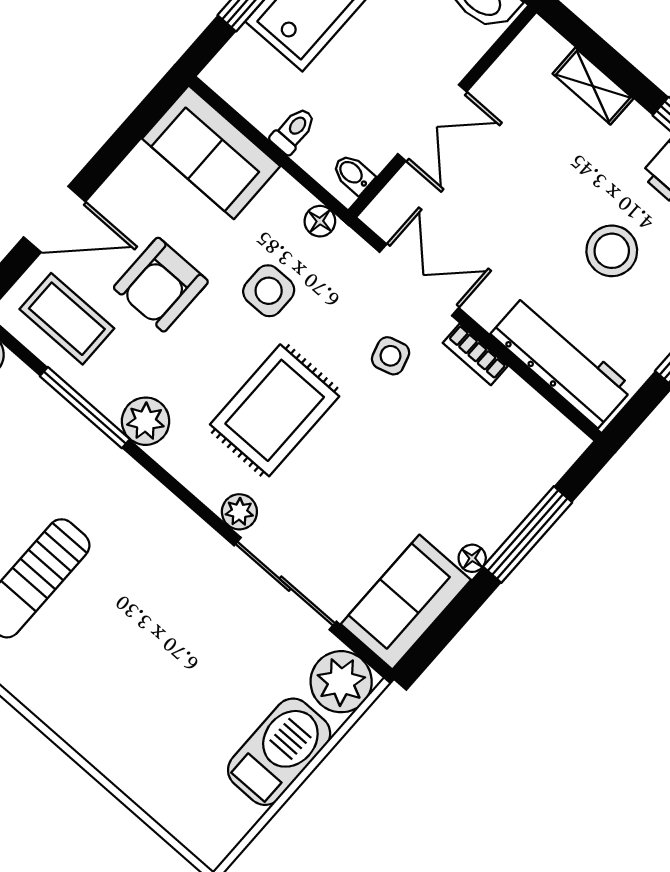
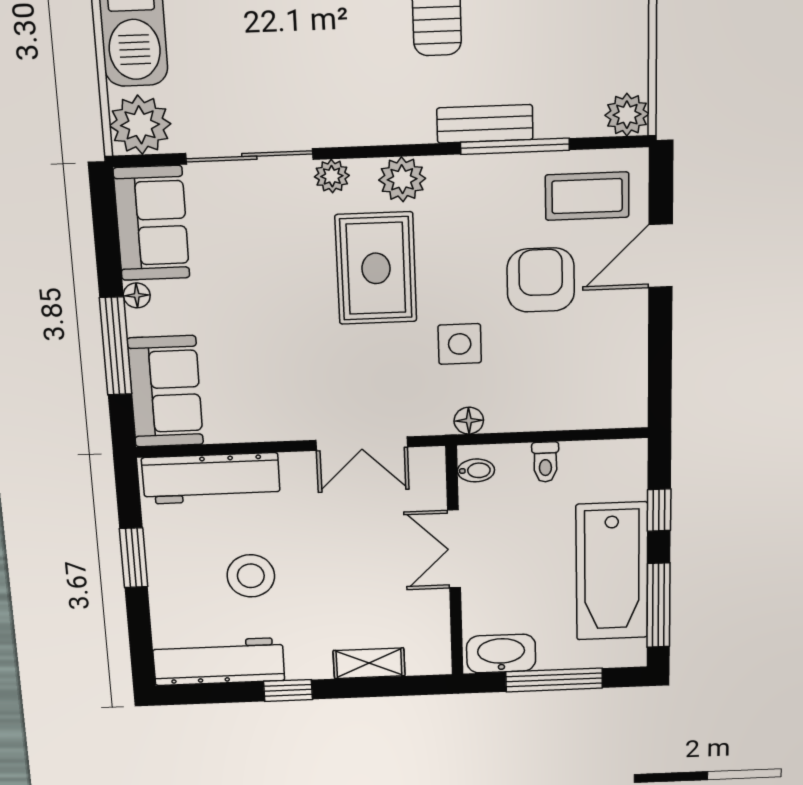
sofa: (211, 152) -> (165, 392), moved, turned 90
bookcase: (475, 354) -> (274, 430), removed
side table: (391, 356) -> (331, 377), removed
plant: (146, 421) -> (402, 179), moved
bench: (91, 446) -> (485, 124), added

